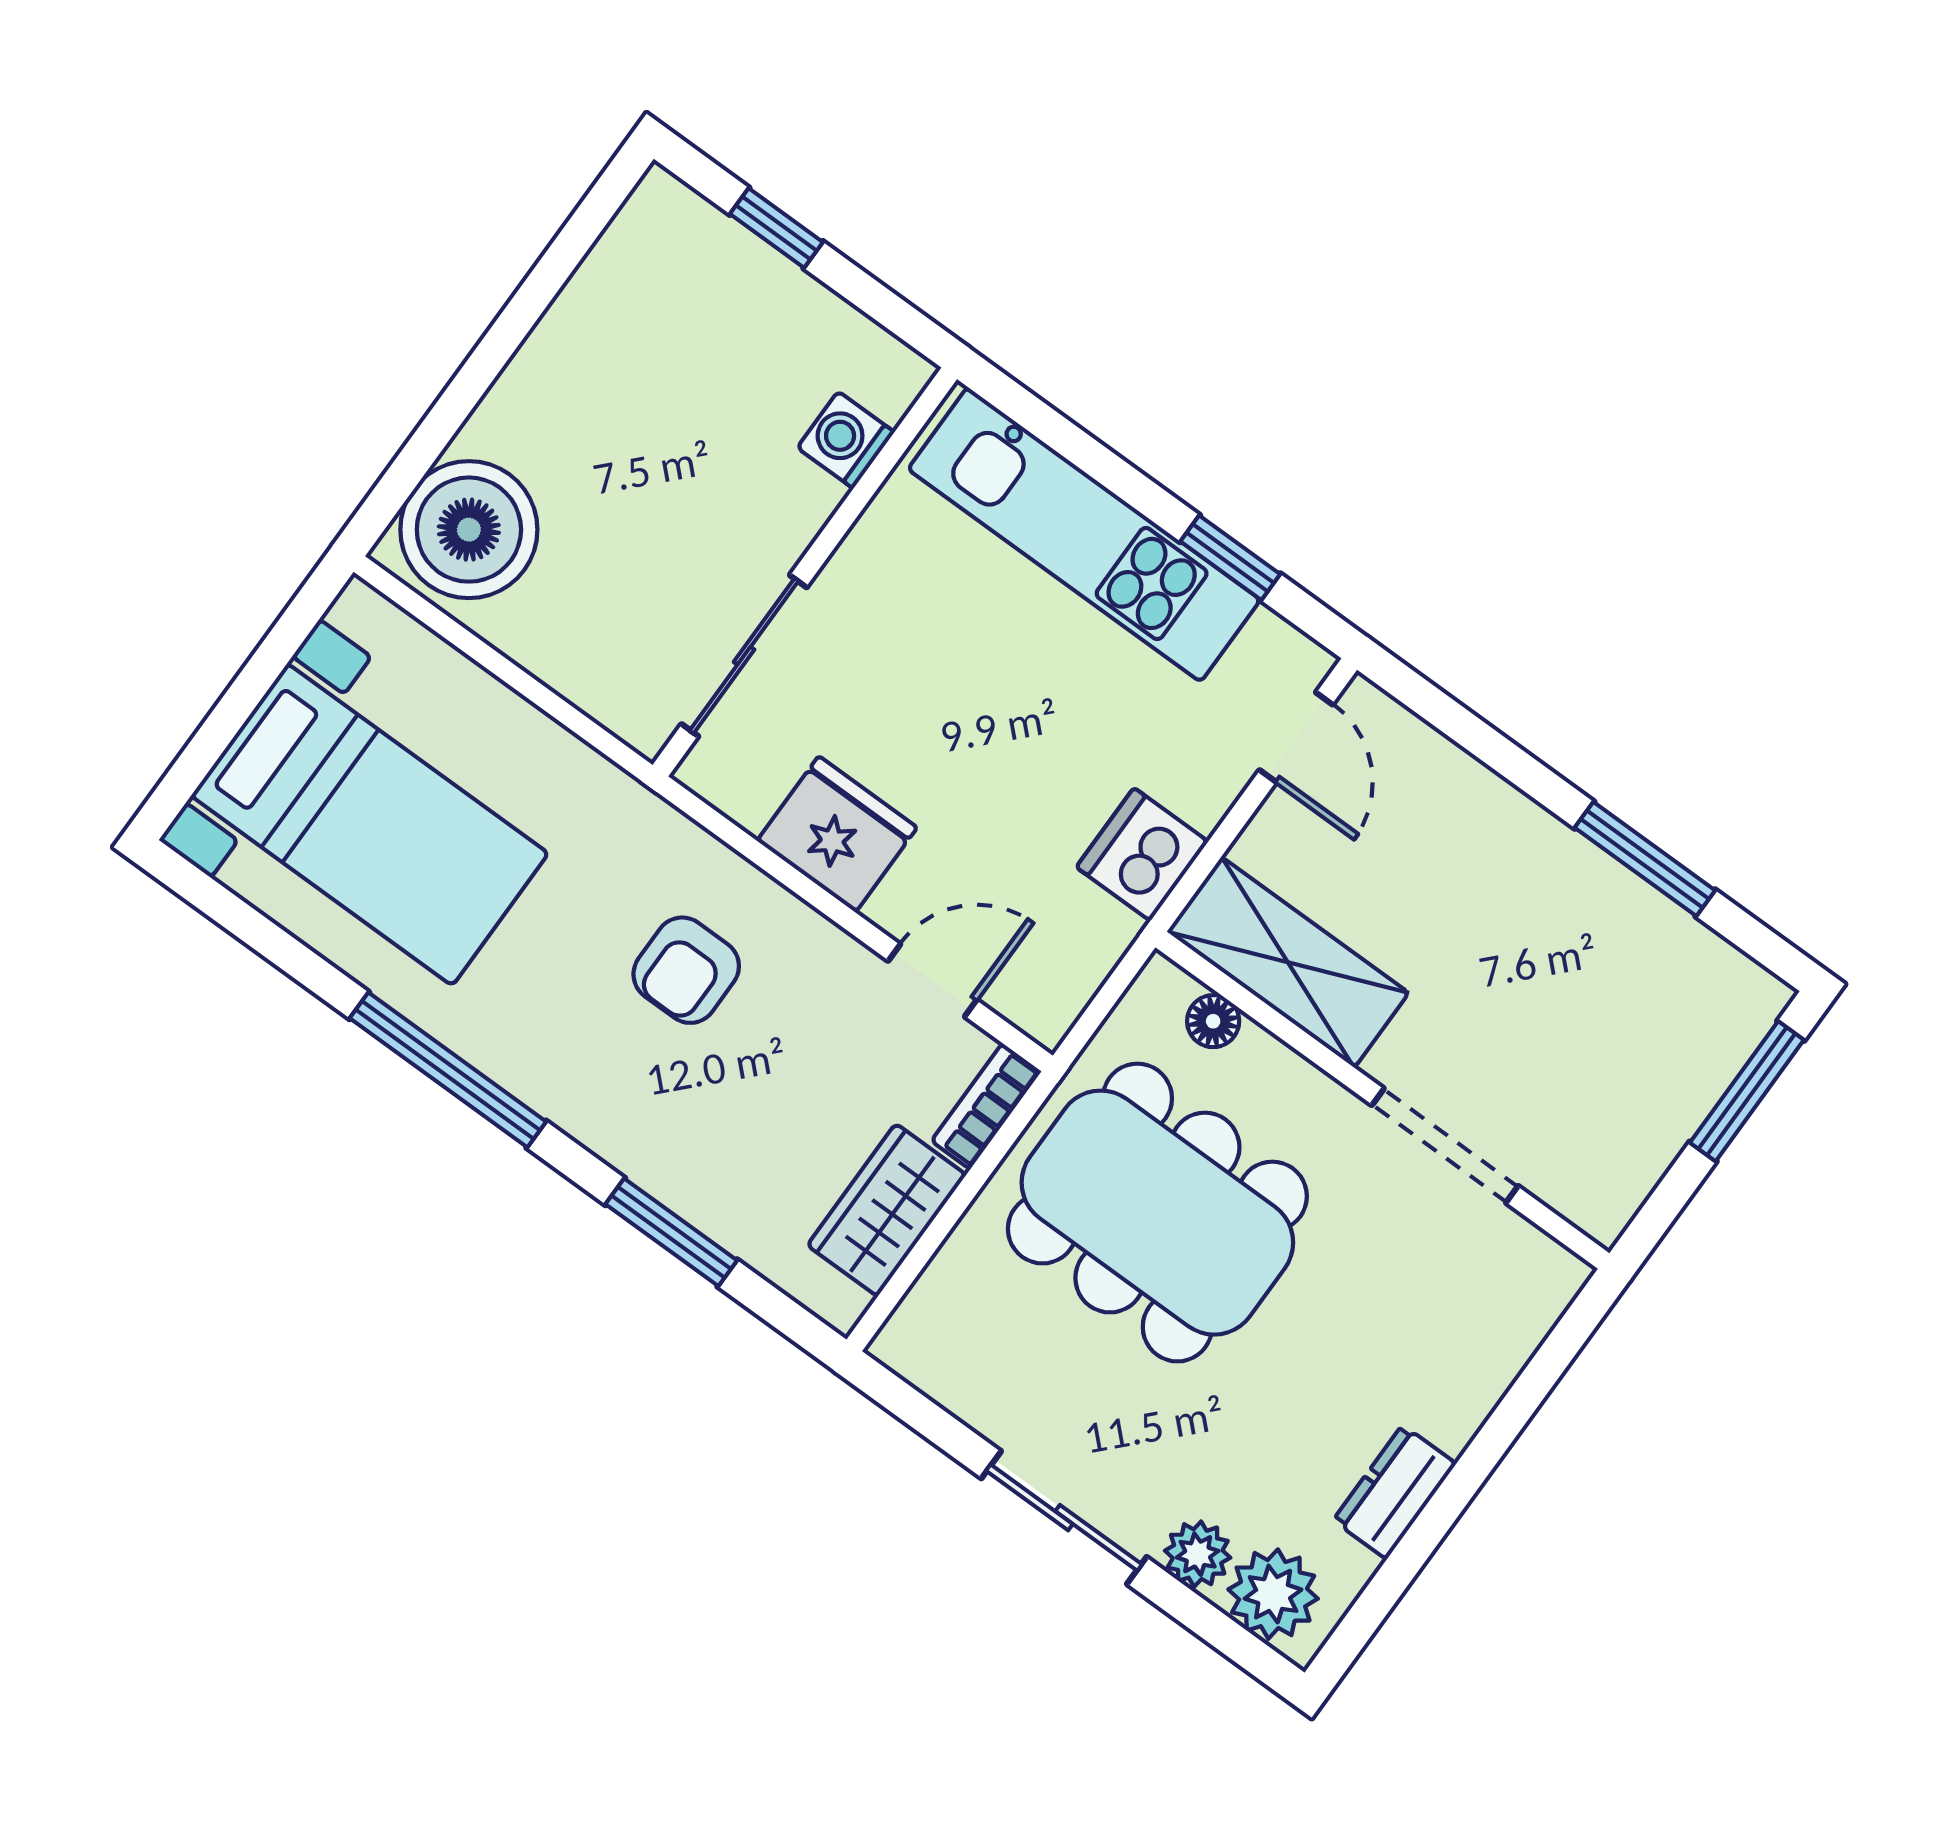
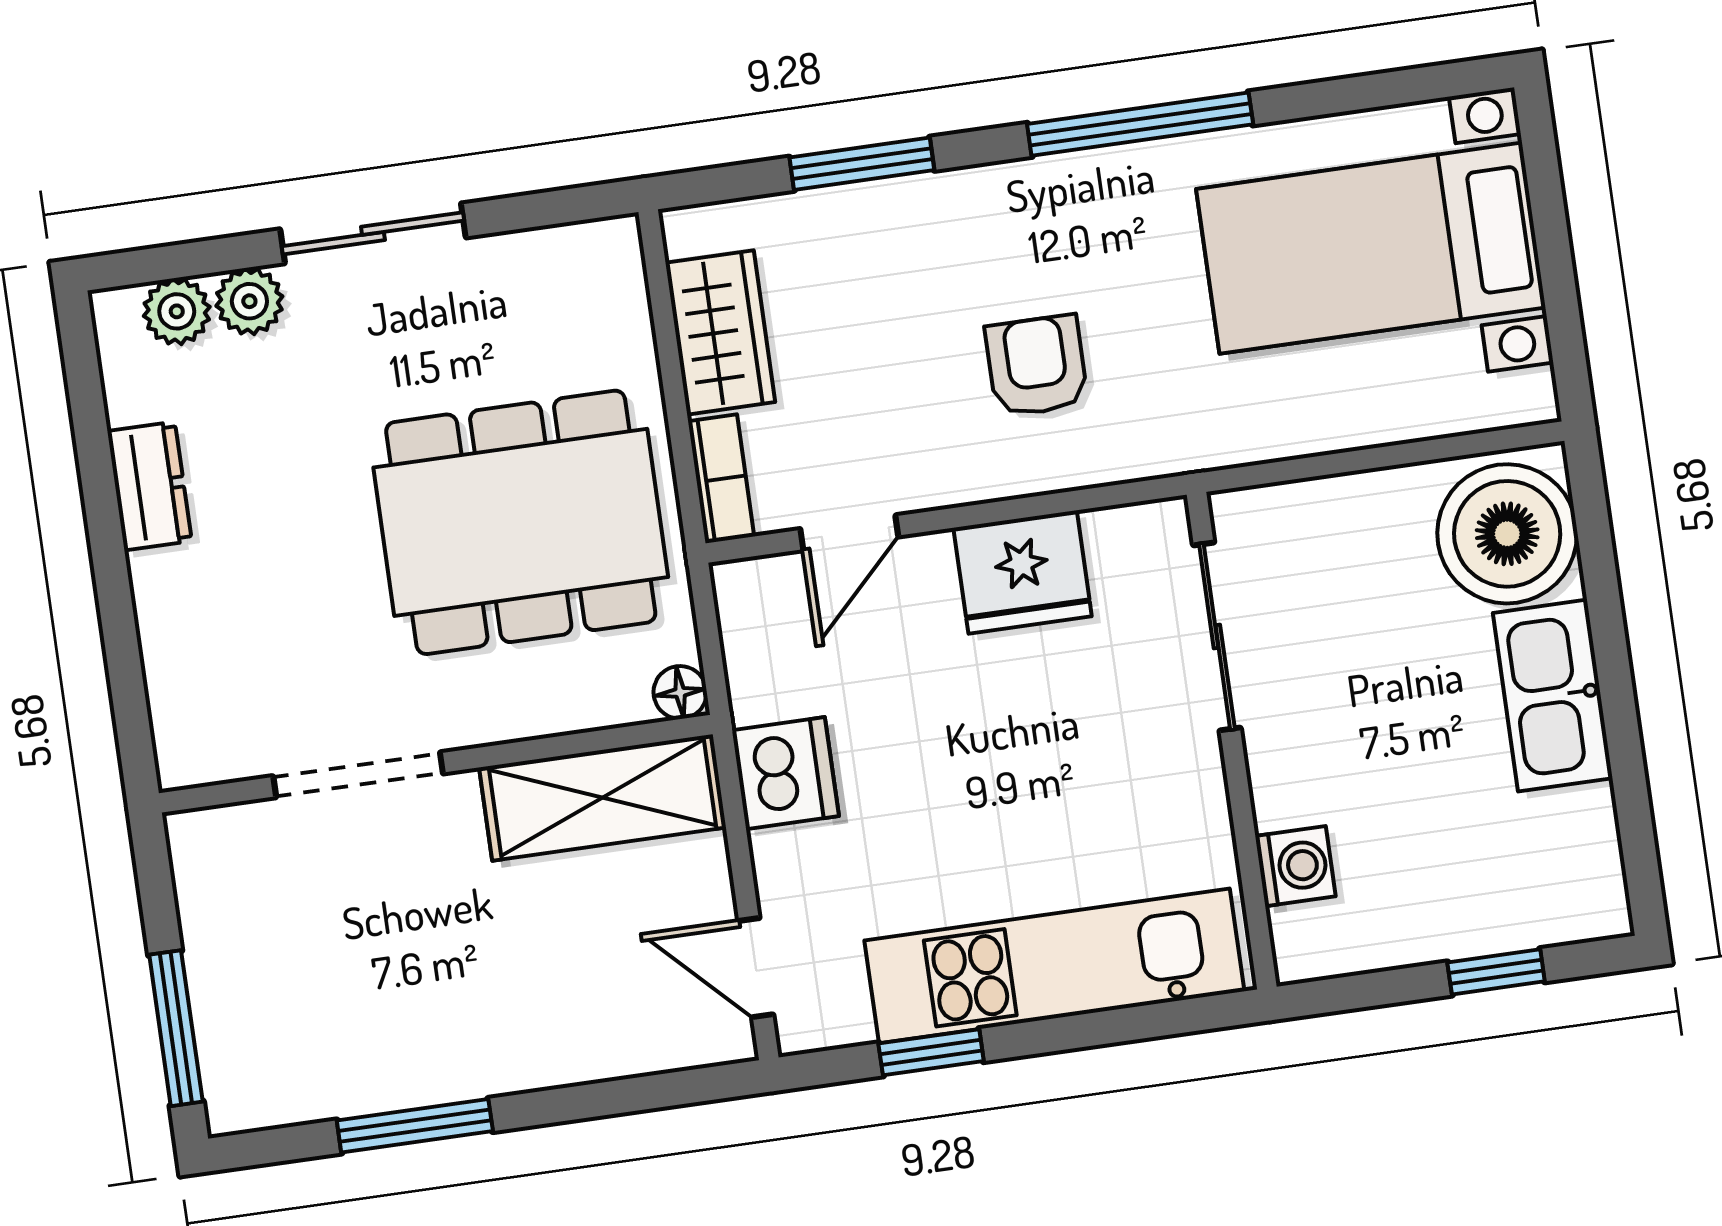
kitchen sink: (548, 384) -> (1553, 696), added
floor lamp: (1213, 1021) -> (680, 692), moved
plant: (1273, 1594) -> (177, 311), width x0.73, depth x0.73

